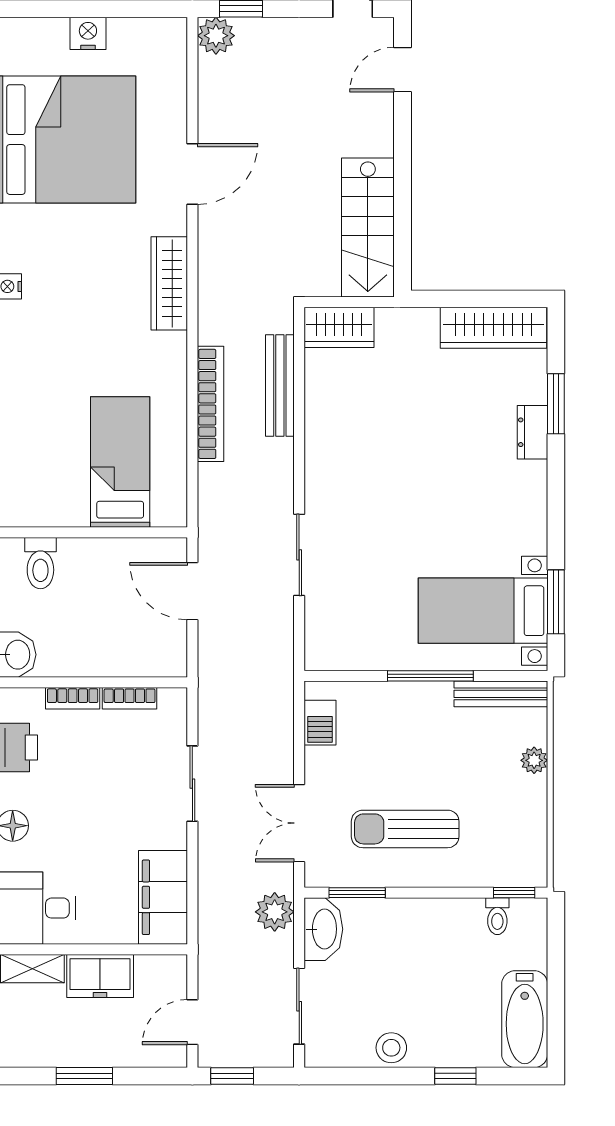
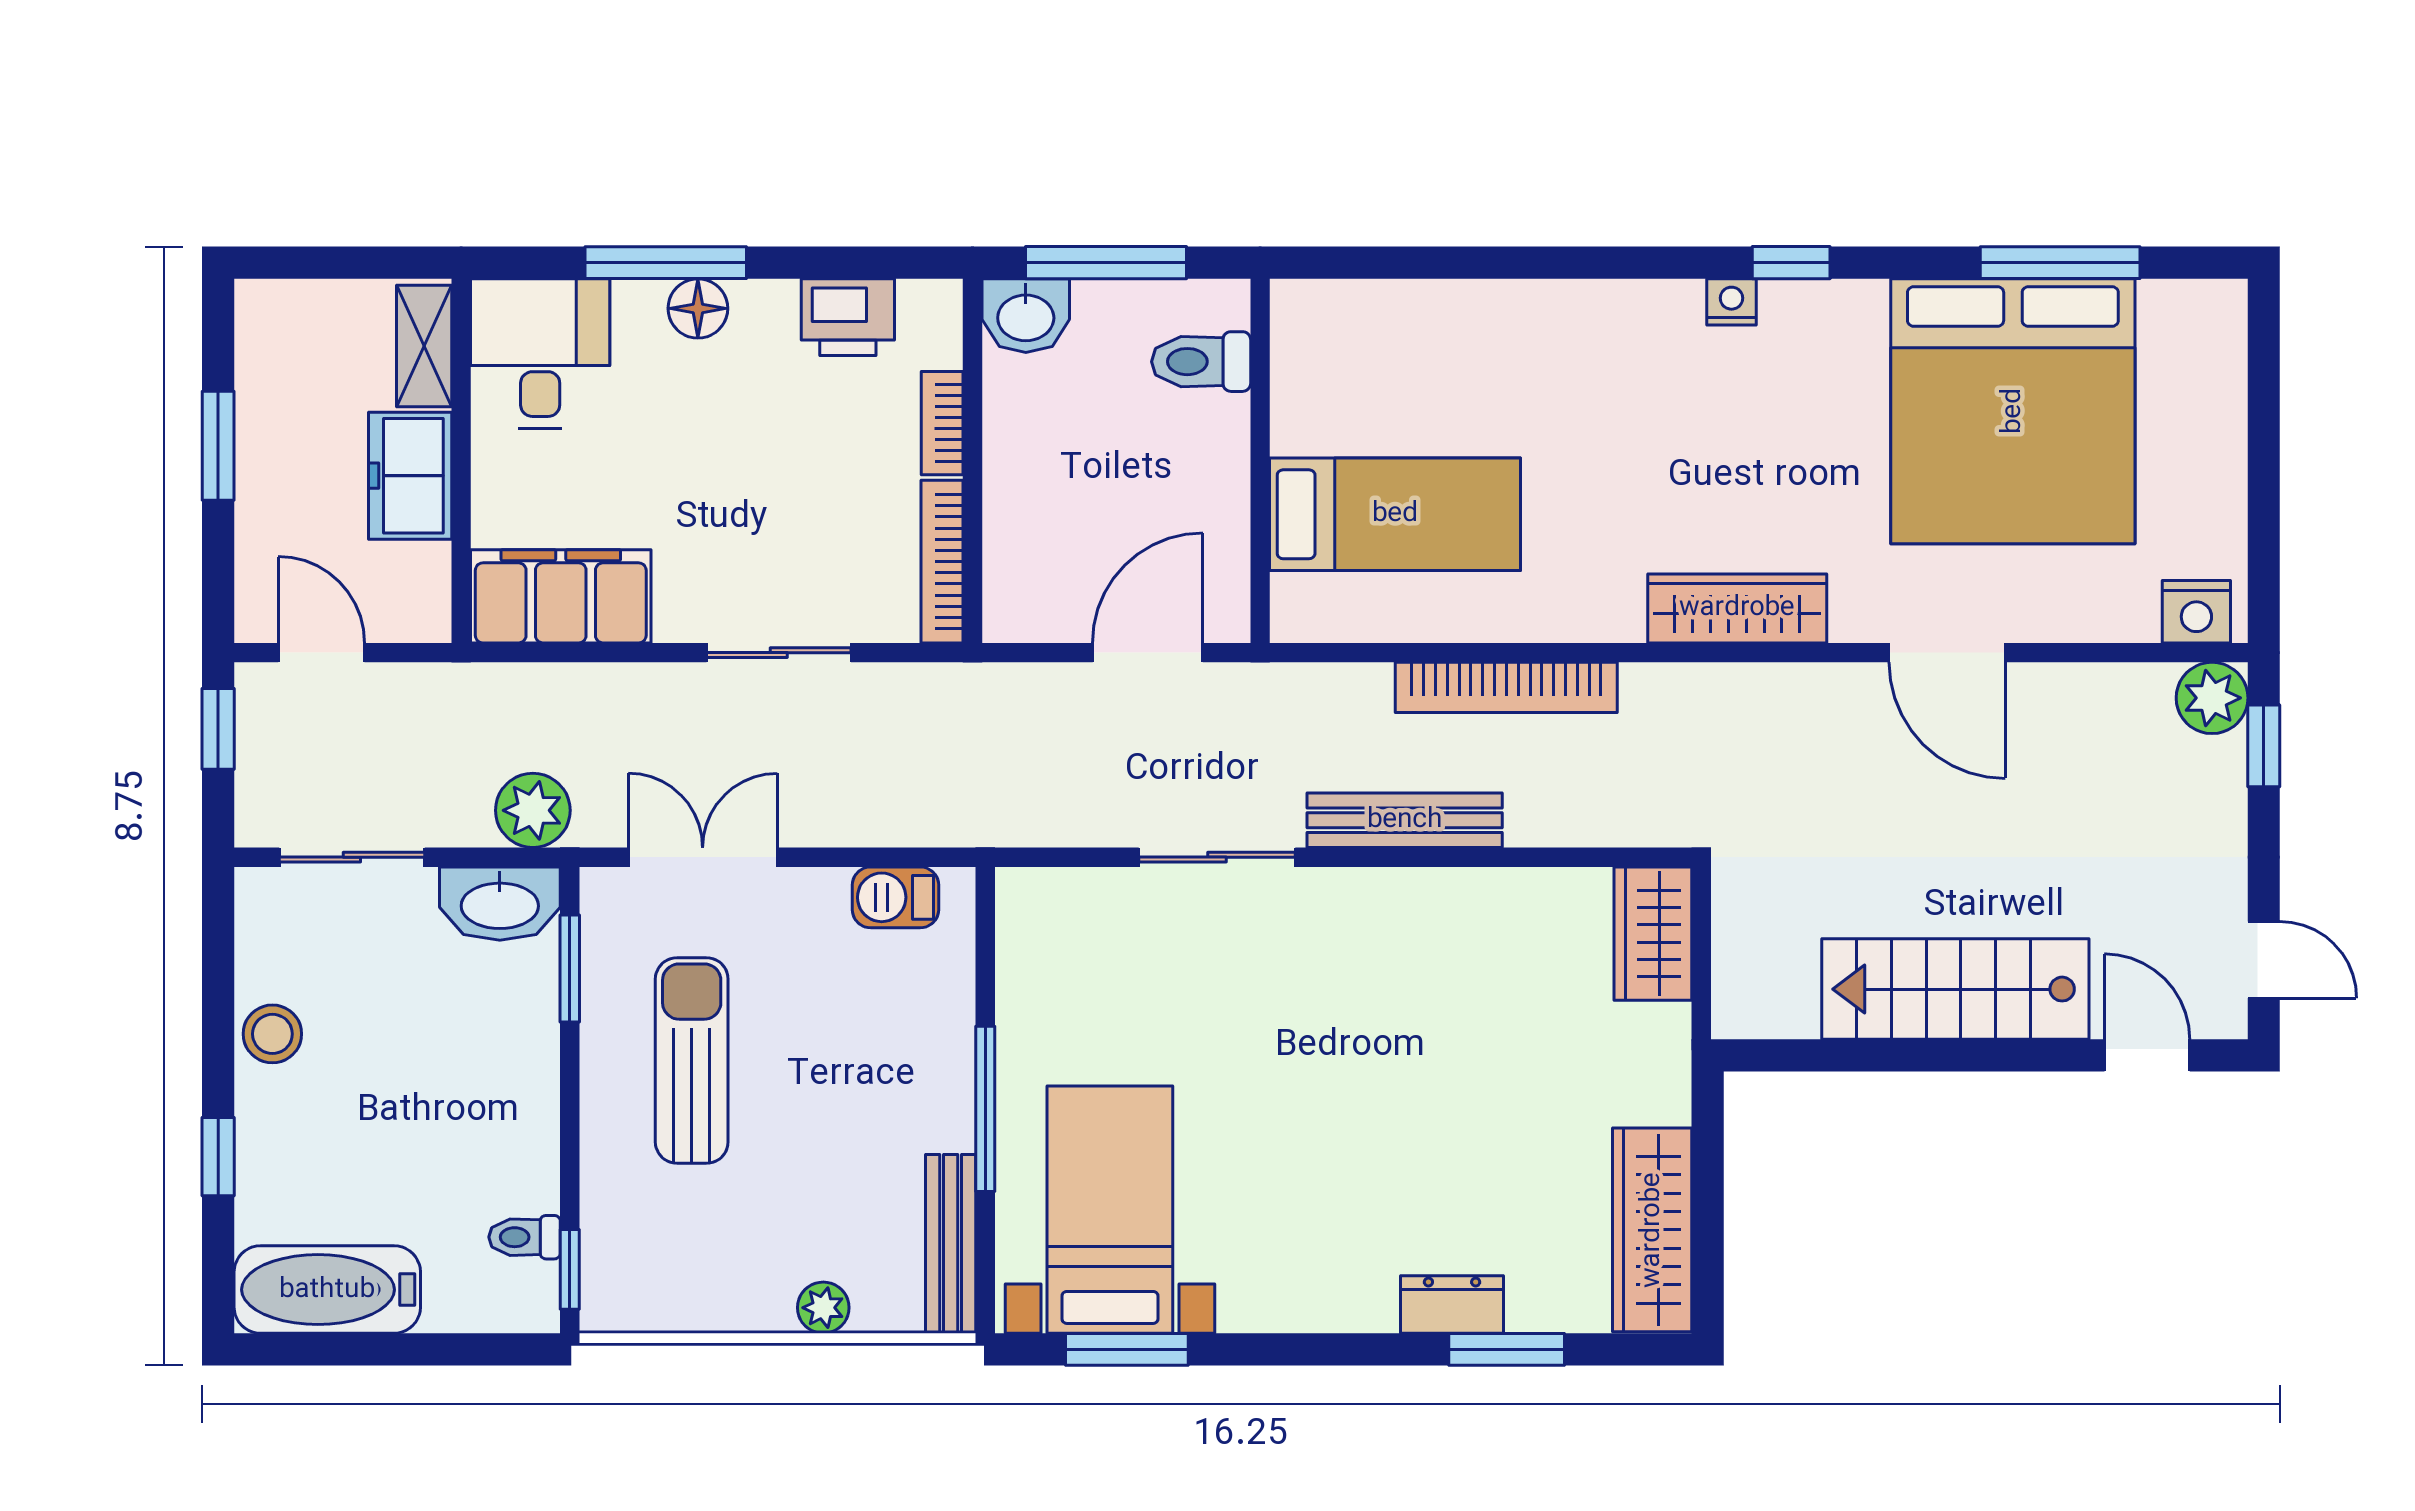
nightstand: (88, 33) -> (2196, 612), moved, turned 90
stairs: (368, 228) -> (1955, 989), moved
bench: (280, 386) -> (1405, 820), moved
bookcase: (130, 698) -> (942, 562), width x1.56

